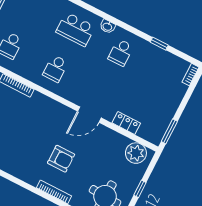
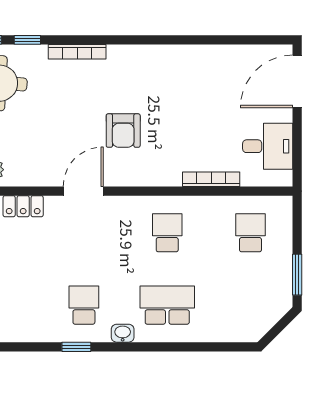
window: (159, 44) -> (76, 347), moved
armchair: (61, 159) -> (123, 131), moved, turned -90

